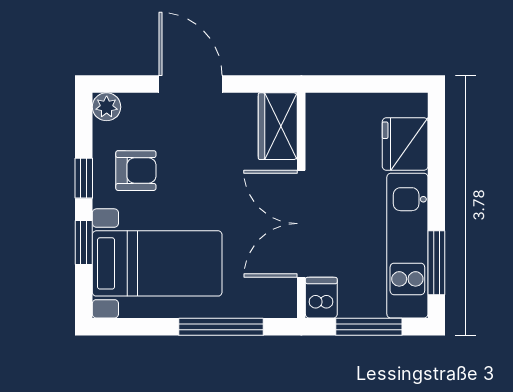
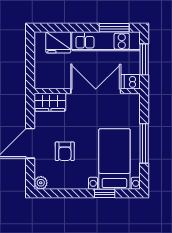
armchair: (136, 171) -> (65, 151), moved, turned 180
window: (84, 178) -> (74, 193), removed
double door: (301, 224) -> (96, 91), swing flipped
window: (221, 327) -> (144, 143), moved

